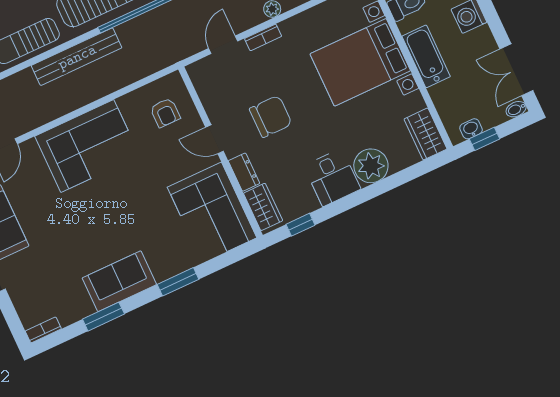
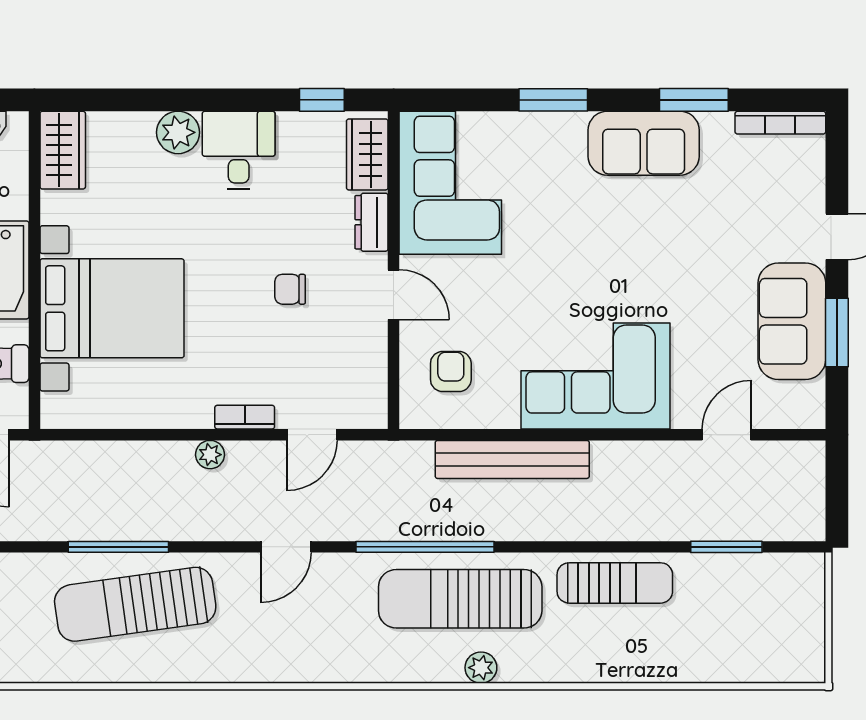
bench: (77, 57) -> (512, 459), moved
chair: (271, 116) -> (290, 289), width x0.54, depth x0.54
plant: (371, 166) -> (178, 132), width x0.73, depth x0.73
bookcase: (43, 330) -> (780, 123), width x1.56

